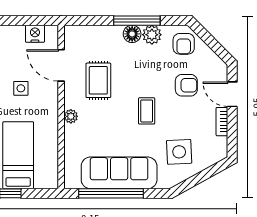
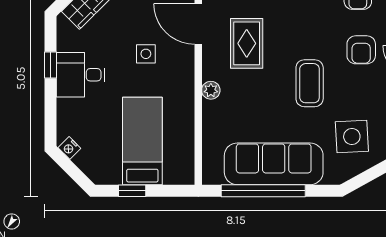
armchair: (186, 85) -> (361, 50), turned 90
coffee table: (147, 111) -> (310, 83), width x1.36, depth x1.30

